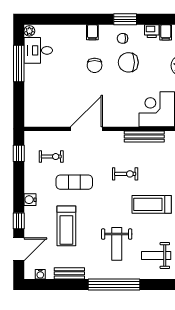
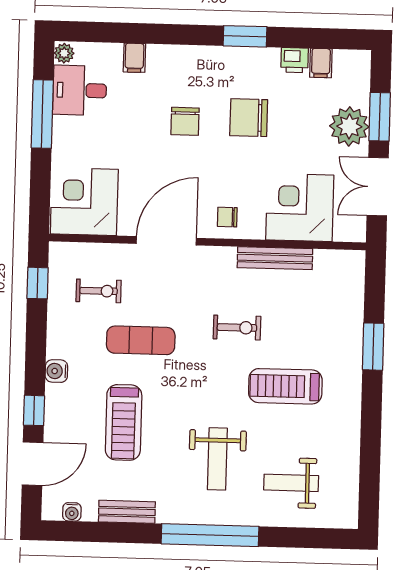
filing cabinet: (92, 32) -> (134, 58), moved
chair: (122, 38) -> (227, 217), moved
corner desk: (42, 109) -> (84, 202), added

